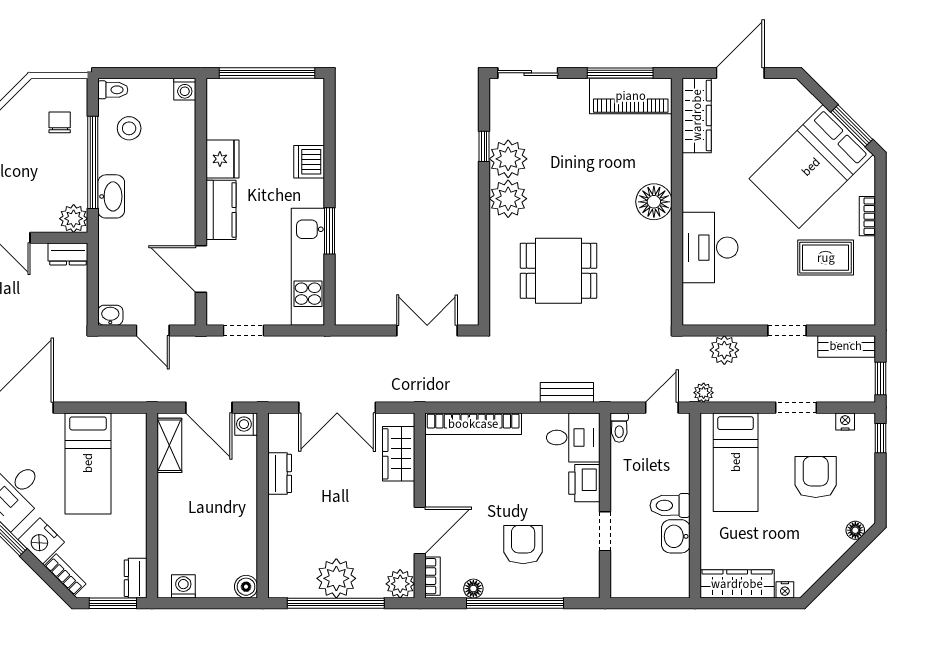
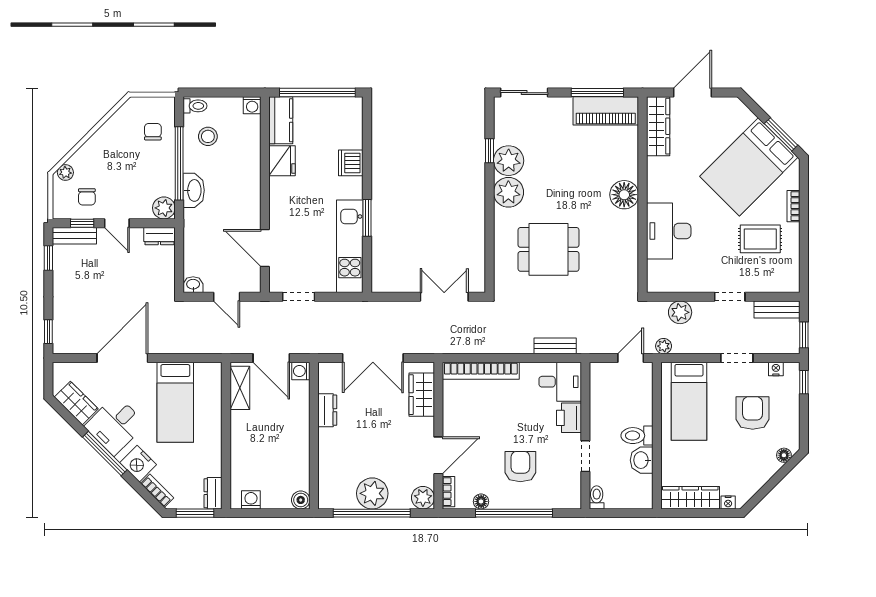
kitchen counter: (221, 210) -> (281, 120), moved
toilet: (619, 428) -> (597, 497), moved, turned 180

